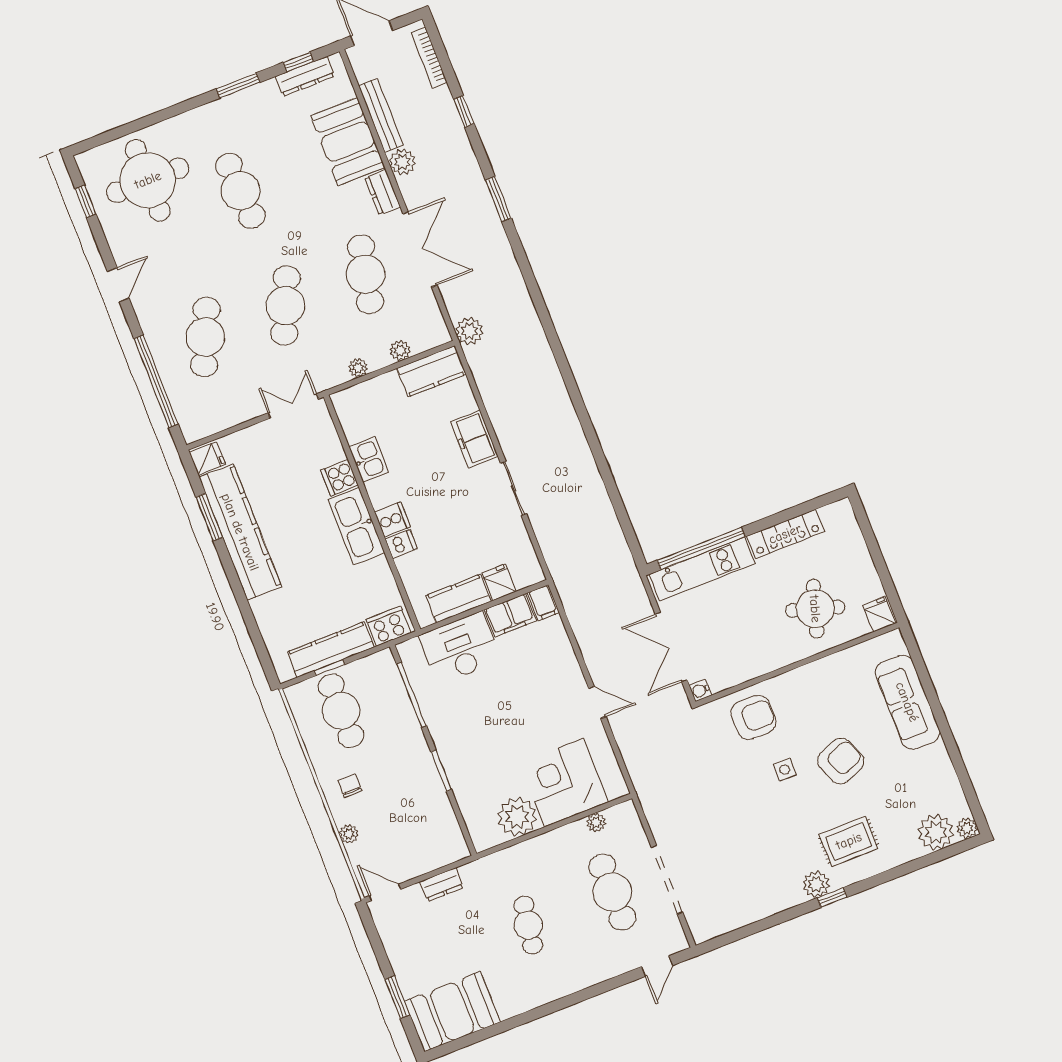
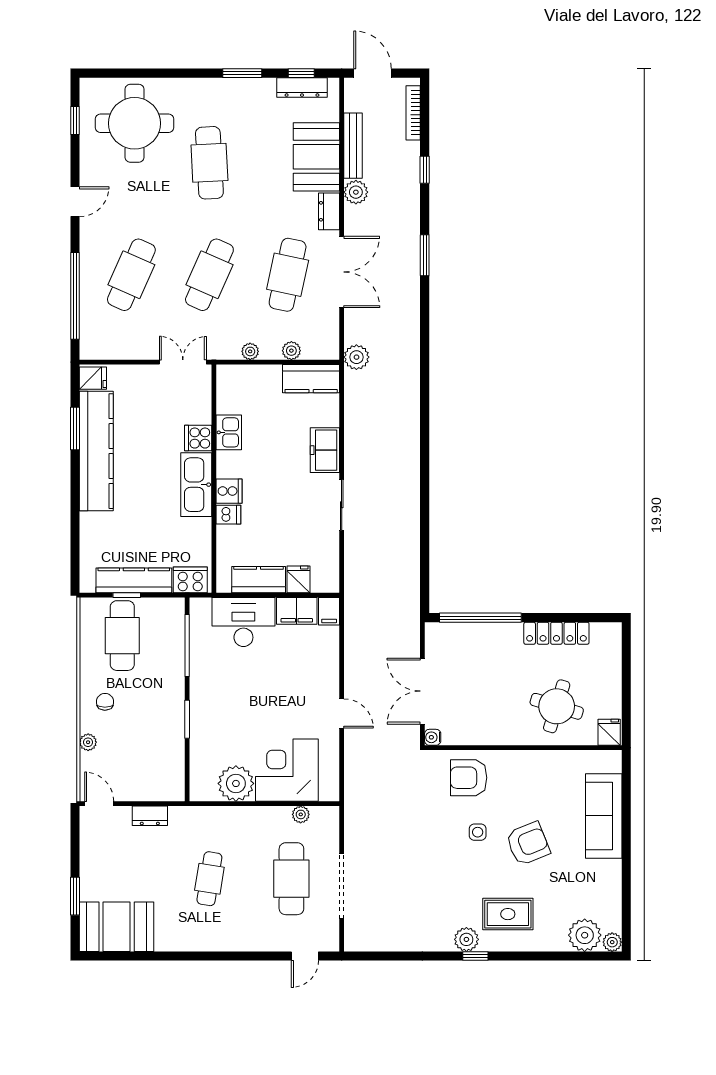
kitchen unit: (702, 569) -> (474, 635), removed
armchair: (753, 717) -> (469, 778), turned 180

